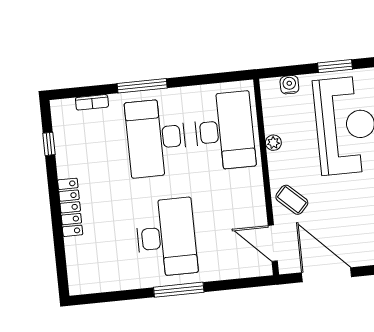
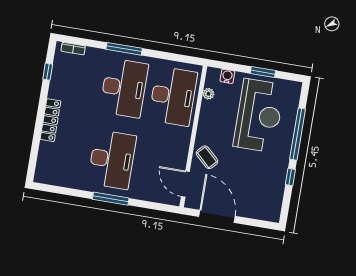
bookcase: (92, 102) -> (73, 49), moved
desk: (156, 138) -> (124, 88), turned 180
plant: (273, 143) -> (208, 94), moved

